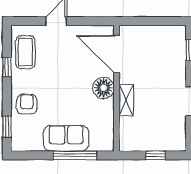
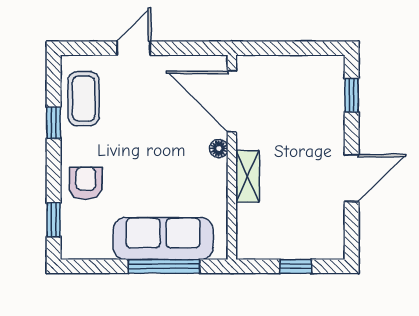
floor lamp: (103, 88) -> (219, 149), width x0.53, depth x0.53
sofa: (66, 138) -> (163, 238), width x1.36

